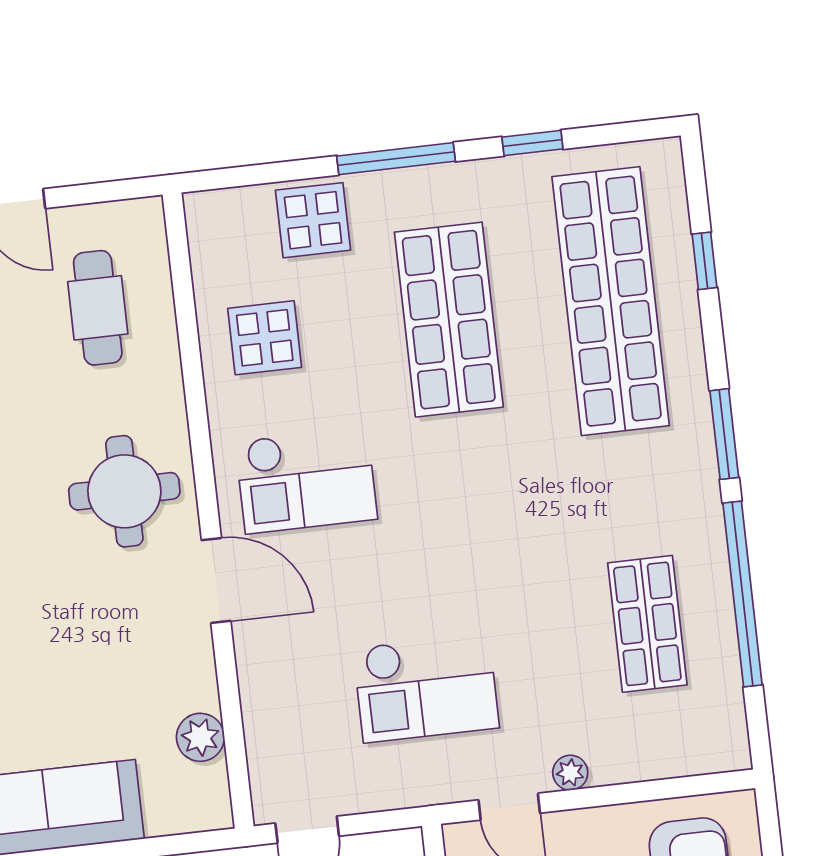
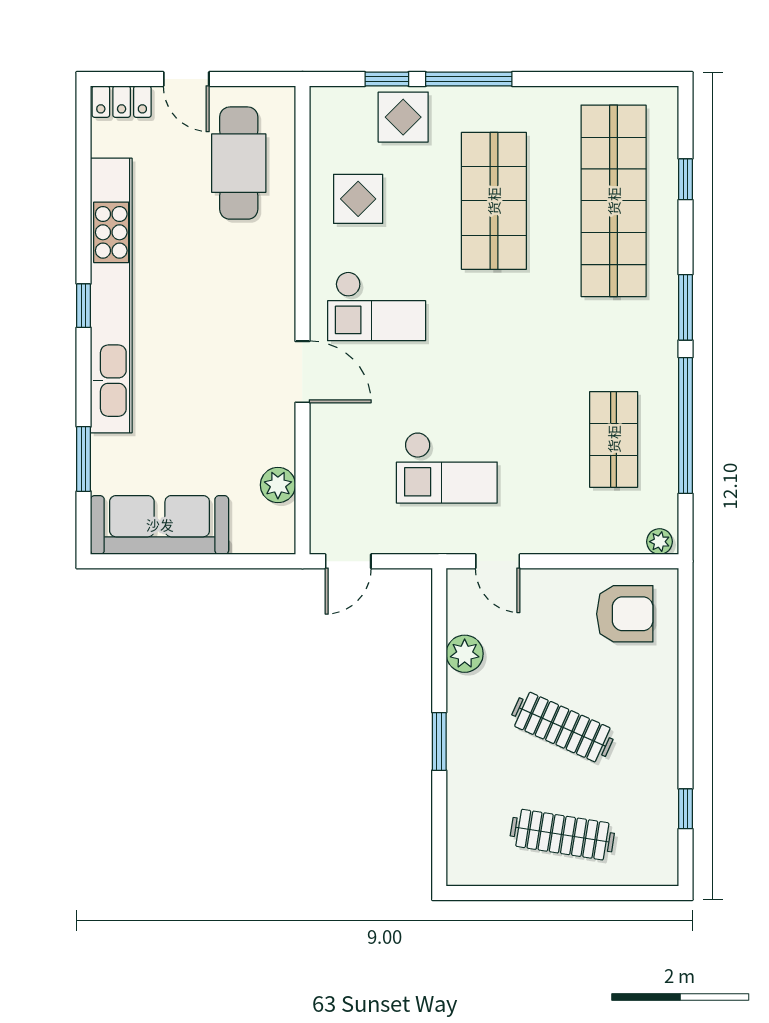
window: (532, 143) -> (387, 79), moved
cafe table: (98, 308) -> (239, 163), width x1.37, depth x1.35
round table: (124, 491) -> (243, 299), removed
plant: (570, 773) -> (660, 542), moved

